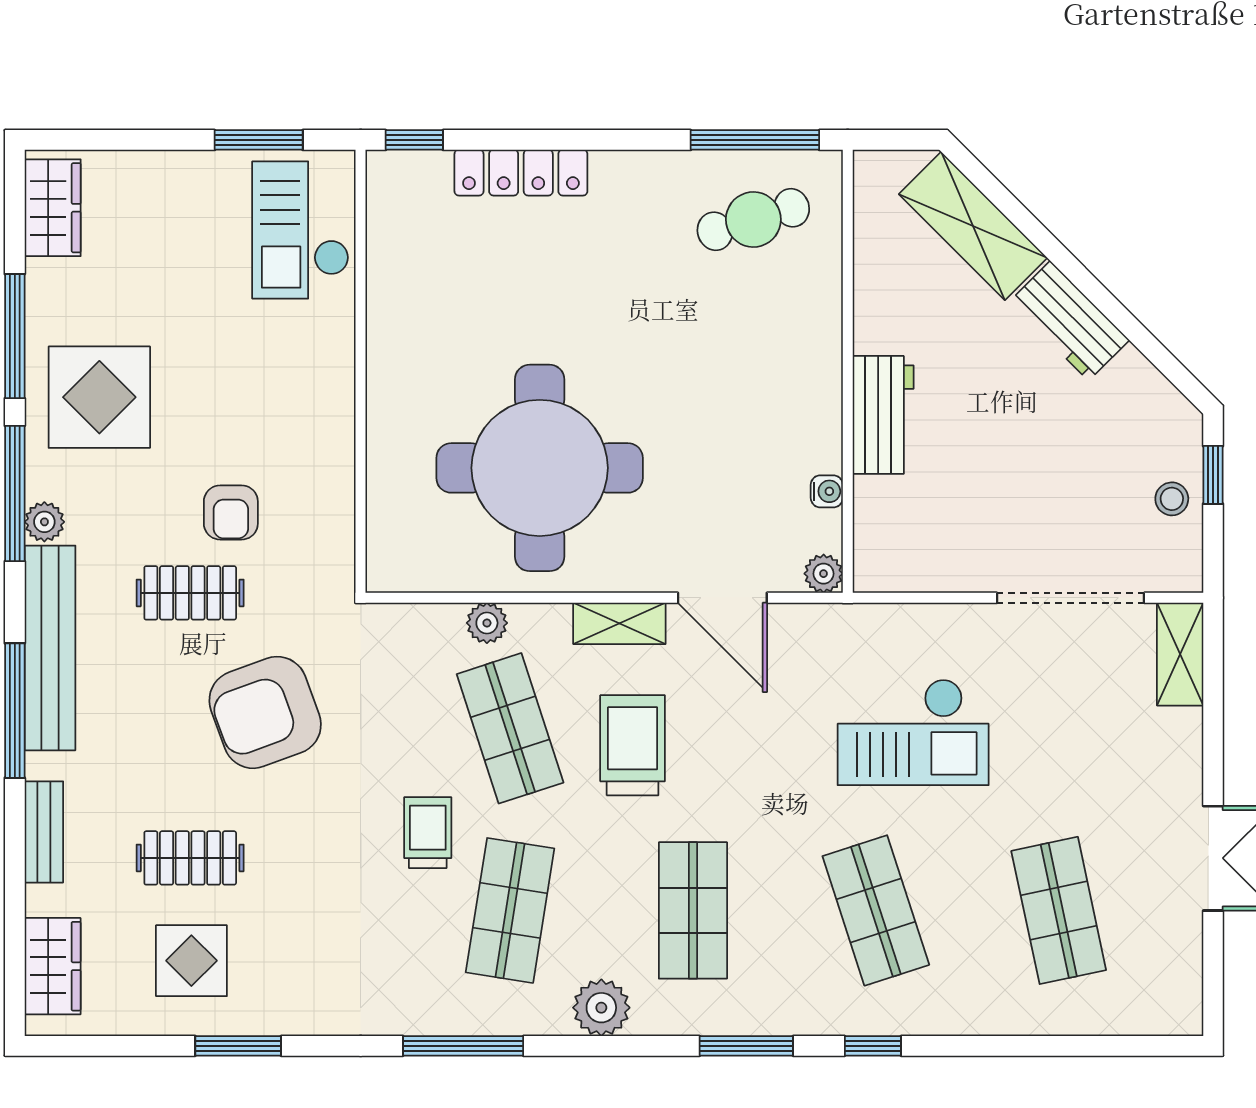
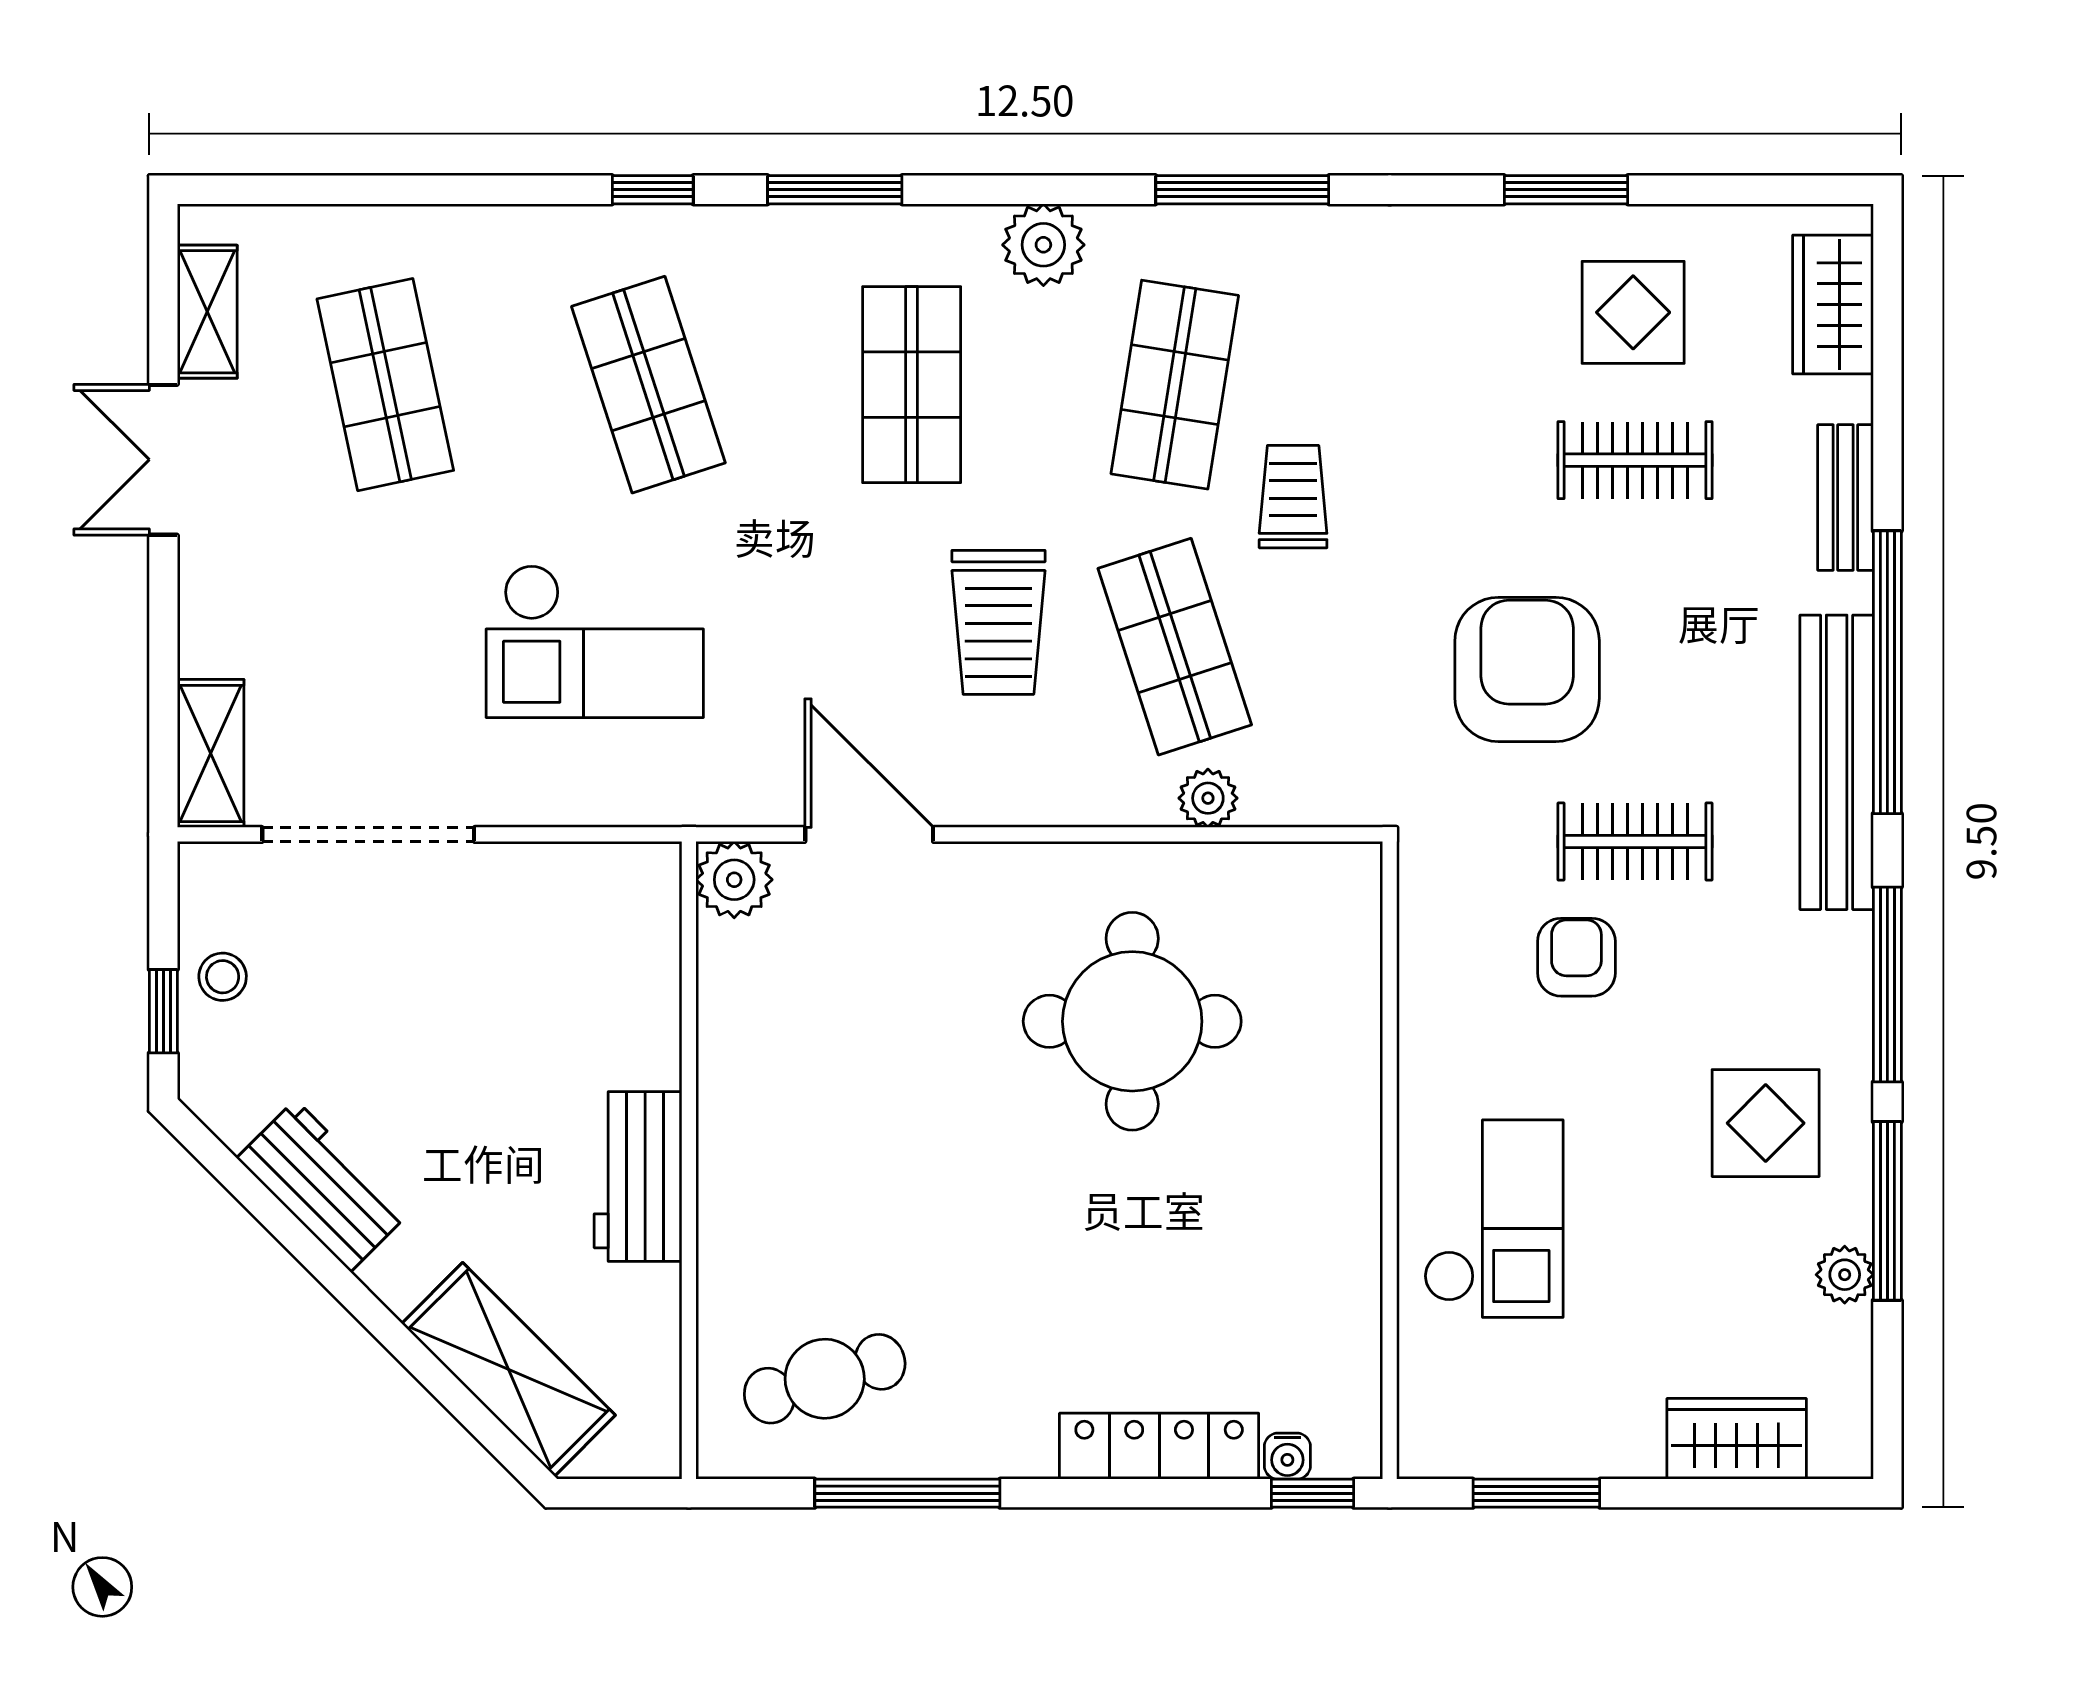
window: (755, 140) -> (907, 1493), moved
wardrobe: (53, 208) -> (1737, 1439), moved, turned 90
checkout: (300, 230) -> (1494, 1219), moved
workbench: (1069, 321) -> (323, 1186), moved
display table: (99, 397) -> (1766, 1123), width x0.73, depth x0.73
workbench: (883, 415) -> (638, 1176), moved
round table: (540, 468) -> (1132, 1021), width x0.73, depth x0.73
water cooler: (827, 491) -> (1287, 1456), moved, turned -90
plant: (44, 522) -> (1845, 1275), moved
plant: (824, 574) -> (734, 880), width x1.38, depth x1.38
shelving: (619, 623) -> (207, 312), moved, turned 90
window: (15, 711) -> (1887, 672), width x1.46
armchair: (265, 712) -> (1527, 669), turned -70
checkout: (913, 732) -> (595, 641), turned 180
trolley: (428, 833) -> (1293, 497), turned 180

